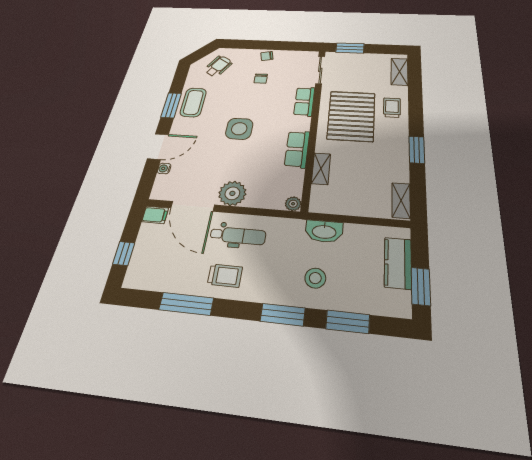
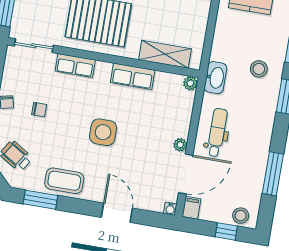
window: (171, 105) -> (40, 200), moved
water cooler: (164, 169) -> (170, 209), moved
shelving: (321, 169) -> (165, 54), width x1.50, depth x1.33
plant: (232, 193) -> (180, 145), width x0.53, depth x0.53
washbasin: (324, 231) -> (215, 78), moved
stool: (140, 268) -> (241, 216), added
trolley: (225, 276) -> (252, 143), removed

